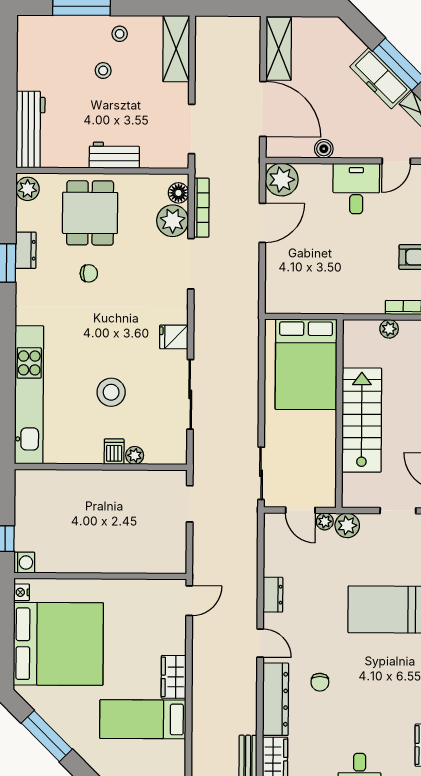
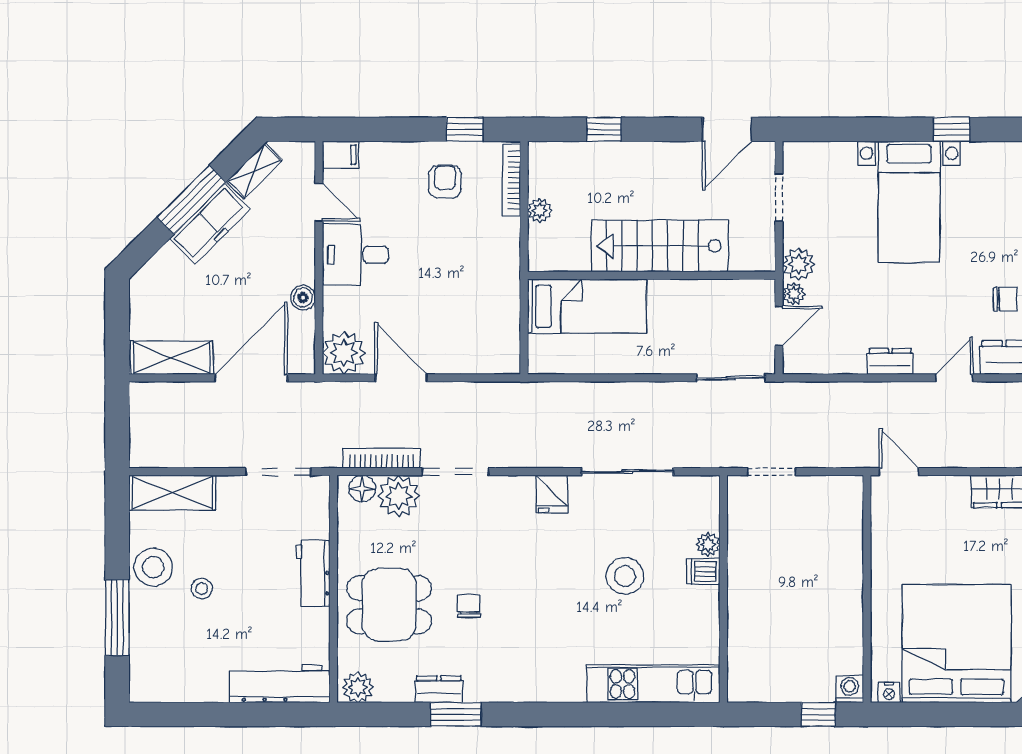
stool: (120, 34) -> (153, 567), width x1.89, depth x1.89
bed: (306, 364) -> (587, 306), width x0.67
kitchen unit: (29, 395) -> (653, 684), width x0.73

